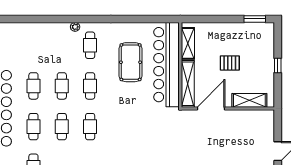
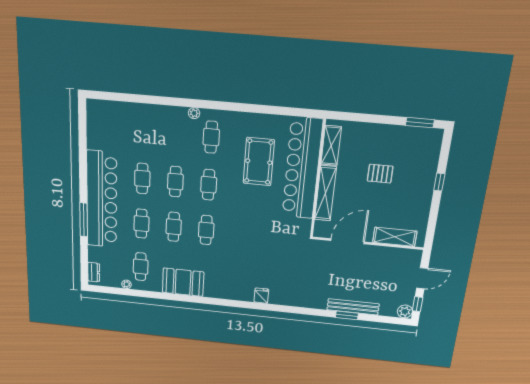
shelving: (249, 100) -> (395, 237), moved
door: (211, 108) -> (348, 241), moved
wall: (228, 108) -> (368, 243), moved

